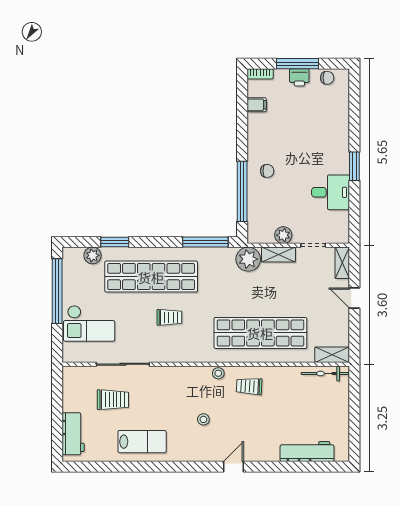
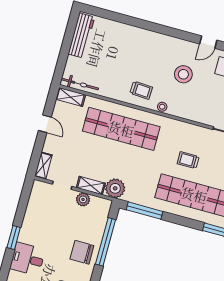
chair: (267, 171) -> (82, 252), width x1.87, depth x1.87
desk: (331, 192) -> (28, 259), moved
door: (354, 298) -> (45, 124), moved
stool: (203, 419) -> (183, 74), width x1.89, depth x1.89
workbench: (307, 452) -> (81, 35), moved, turned -90
door: (234, 467) -> (208, 42), moved

